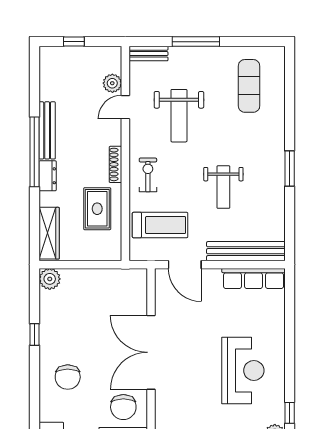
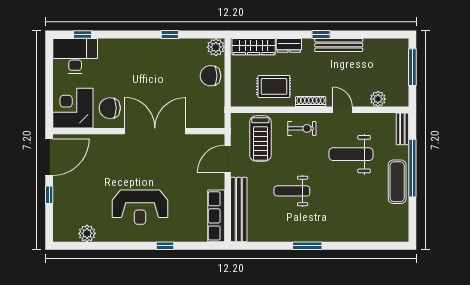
window: (74, 42) -> (412, 67), width x2.17
window: (196, 42) -> (412, 168), width x1.46
exercise mat: (249, 86) -> (397, 182), moved, turned 90
door: (125, 107) -> (343, 110), moved
window: (34, 152) -> (321, 35), width x0.32
dresser: (48, 176) -> (289, 45), moved
chair: (68, 377) -> (211, 76), moved
window: (290, 413) -> (165, 246), moved

